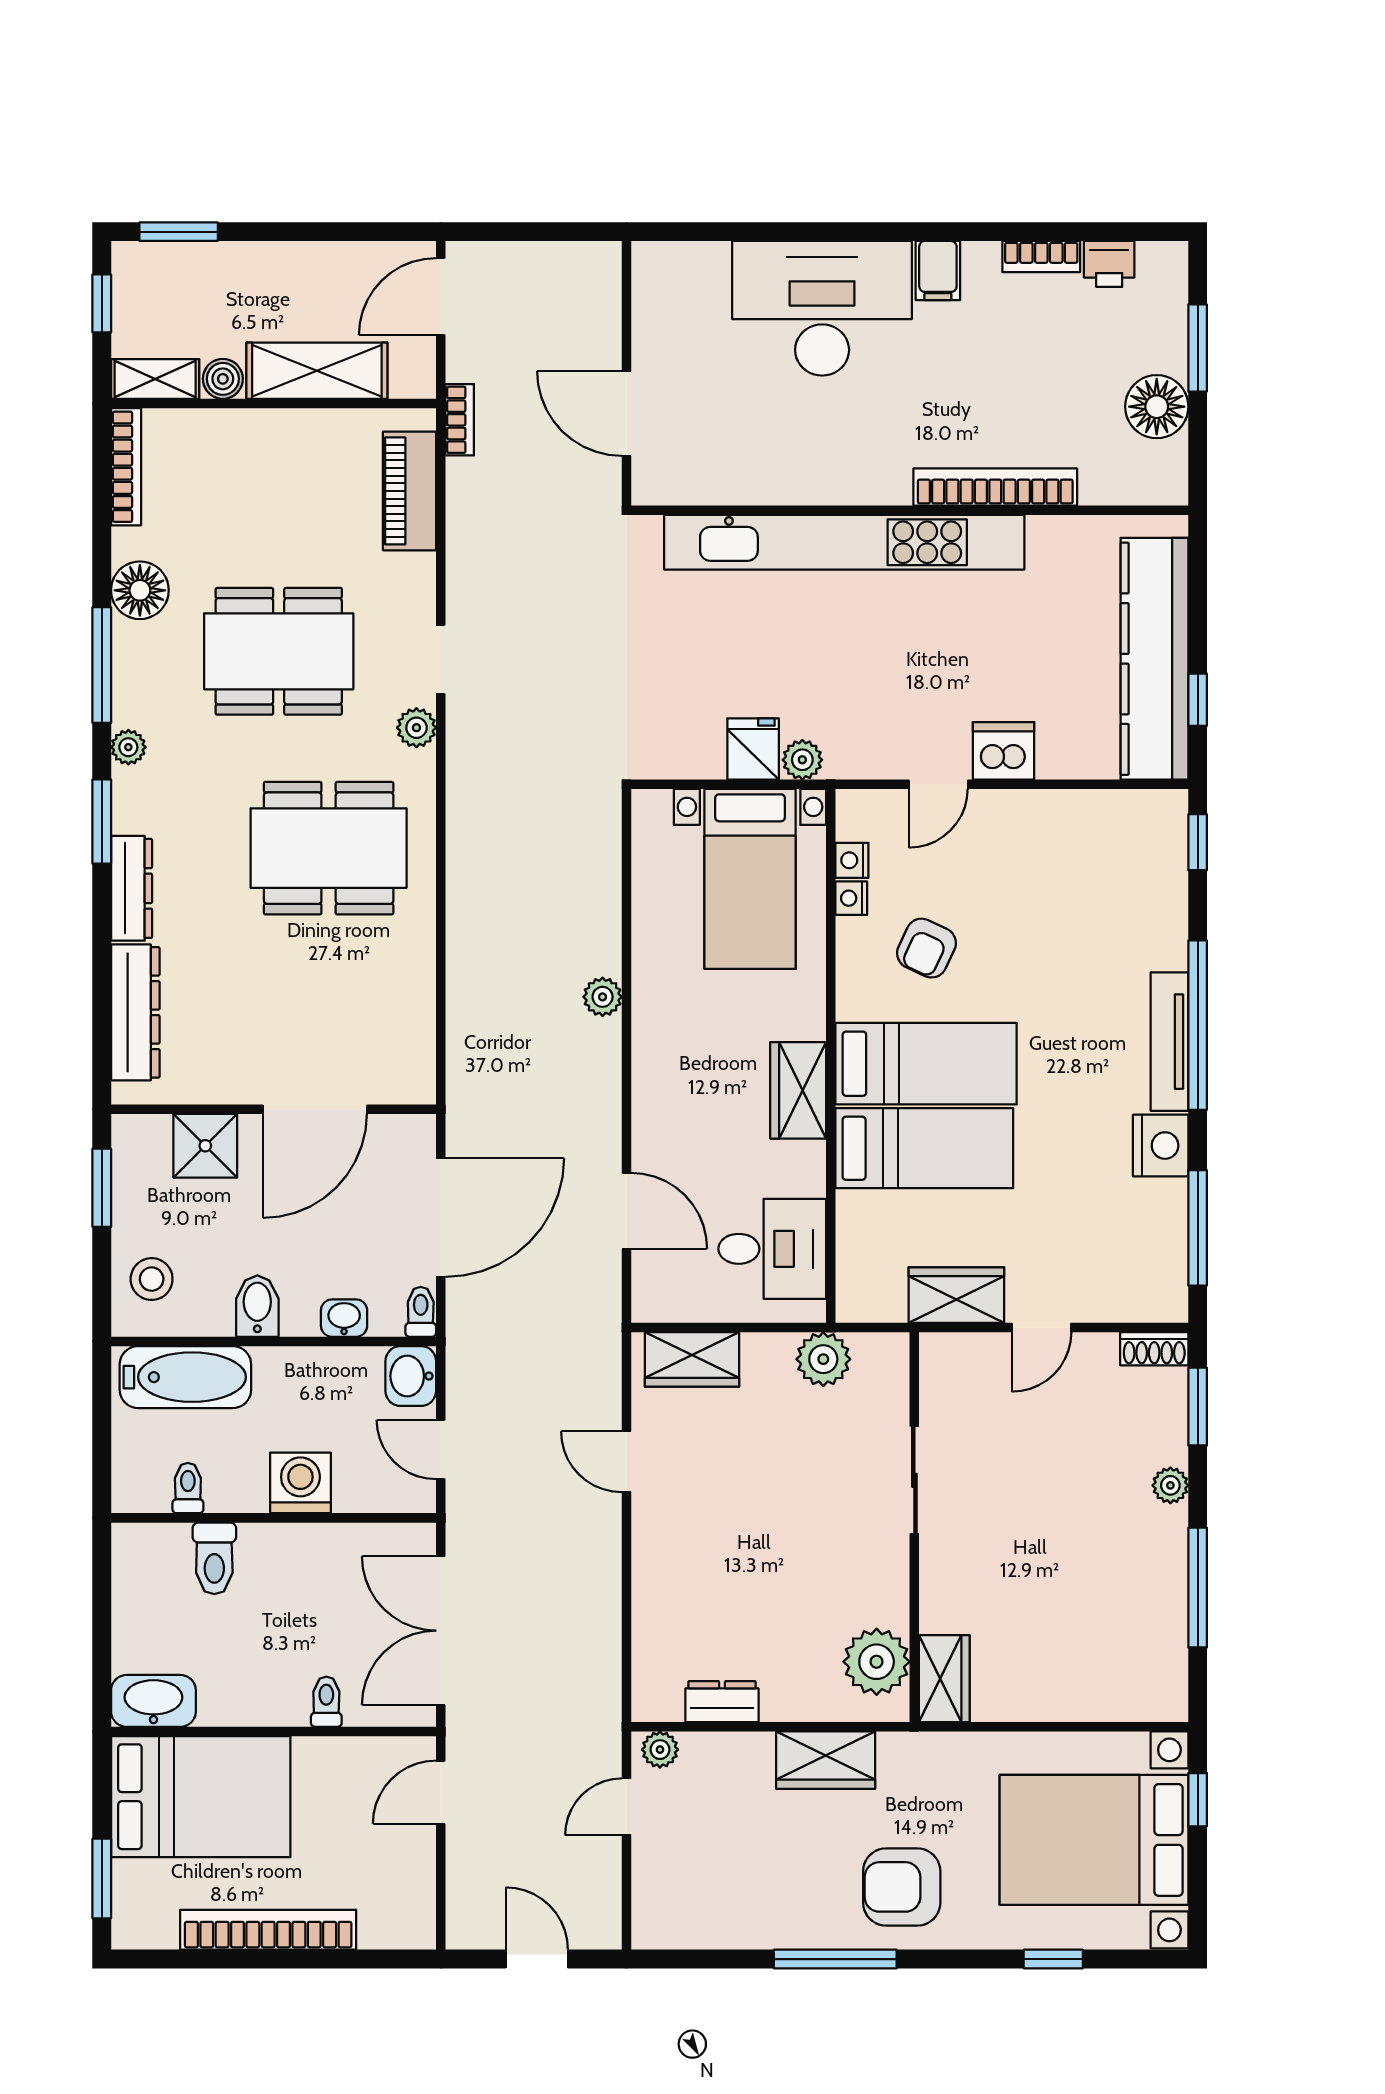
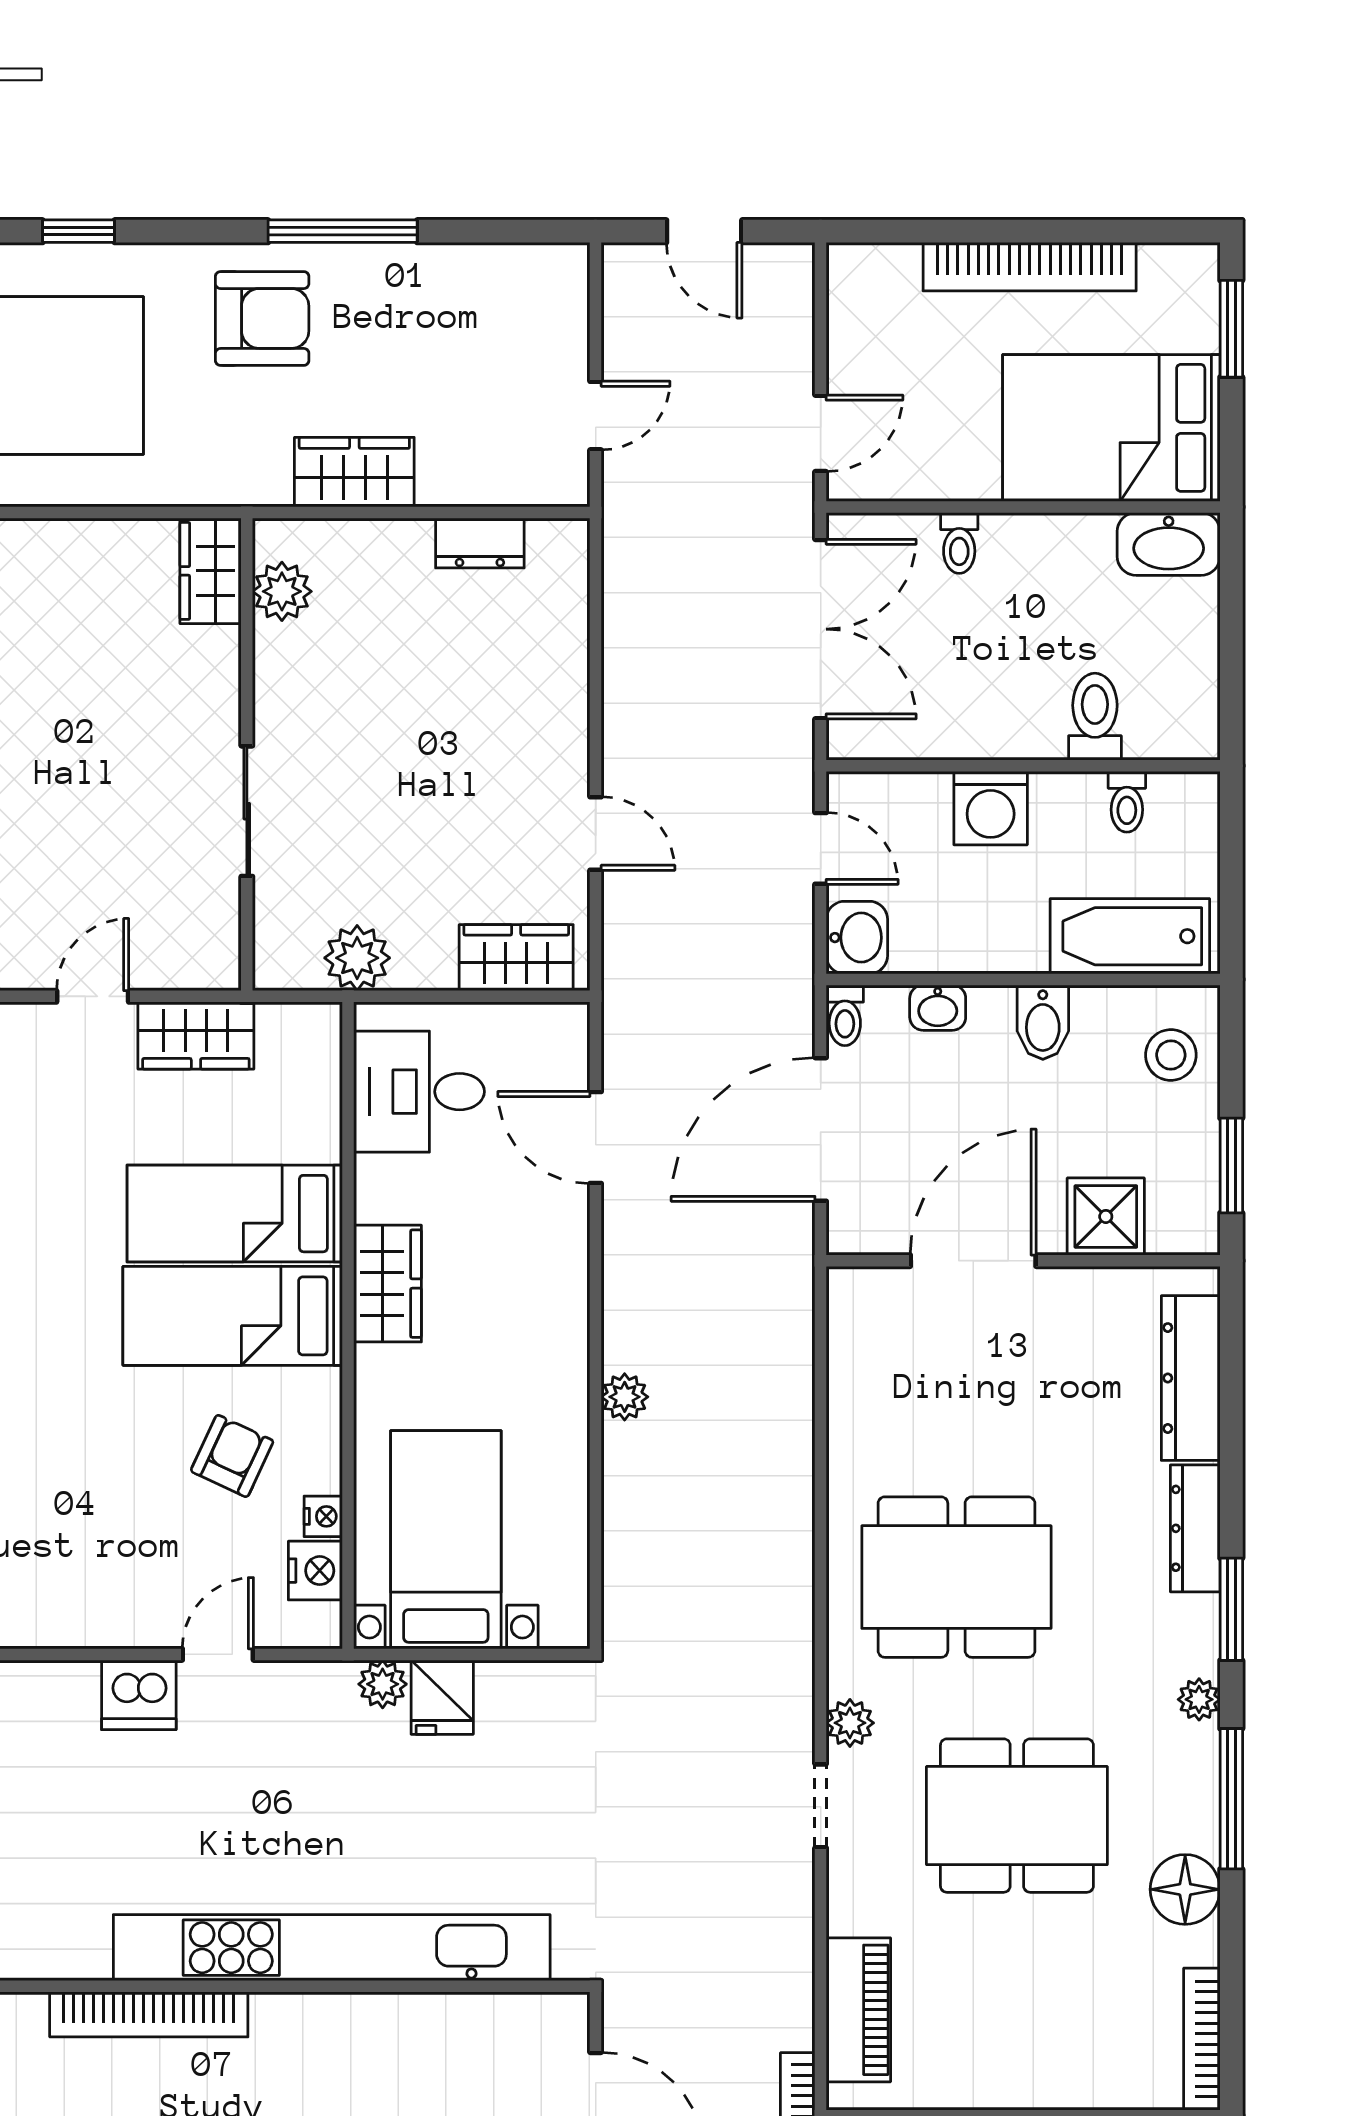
nightstand: (852, 860) -> (315, 1571), width x1.39, depth x1.35
plant: (877, 1662) -> (282, 591), width x0.73, depth x0.73
plant: (660, 1750) -> (555, 485), removed

